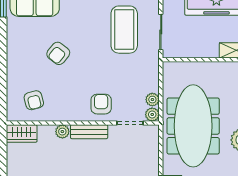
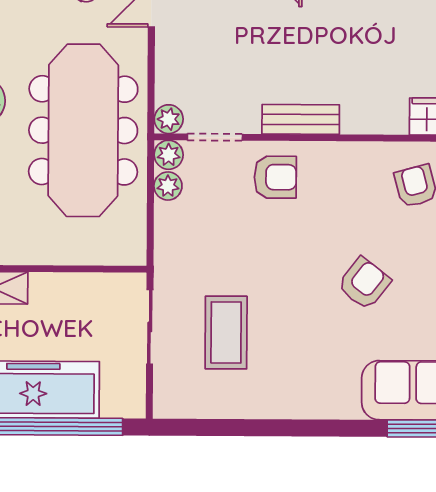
coffee table: (124, 30) -> (226, 332), width x0.73, depth x0.76
armchair: (101, 104) -> (275, 177), turned -90
plant: (62, 132) -> (169, 119), moved

